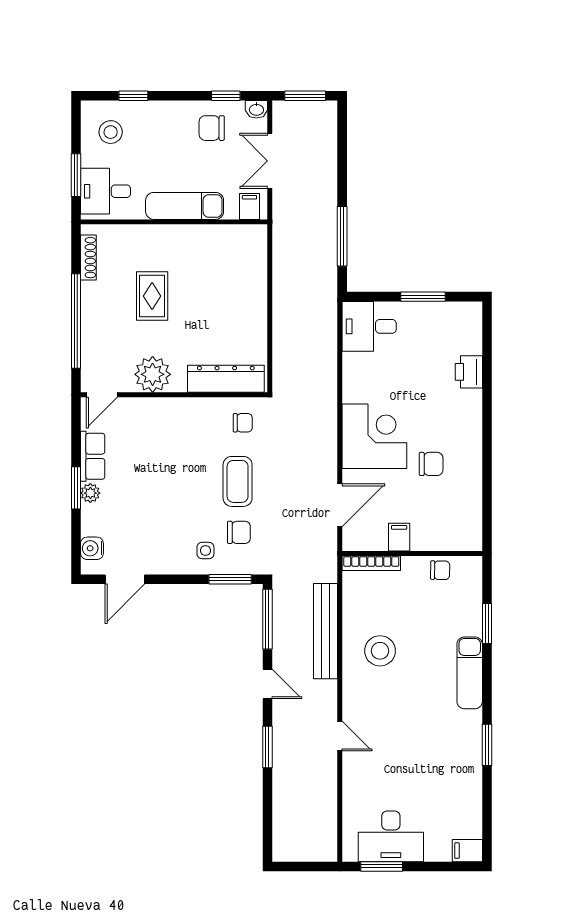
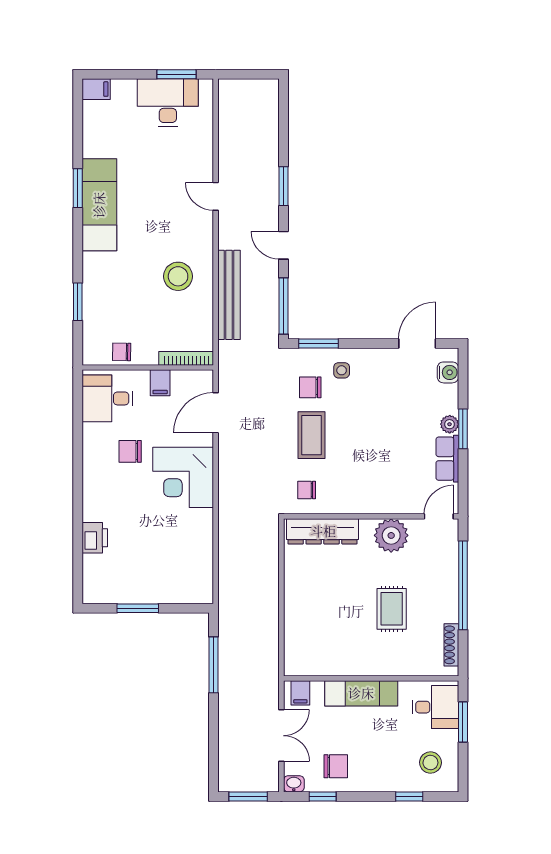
desk: (369, 326) -> (107, 398), moved, turned 180
exam couch: (470, 673) -> (99, 205), moved, width x1.36, depth x1.45

